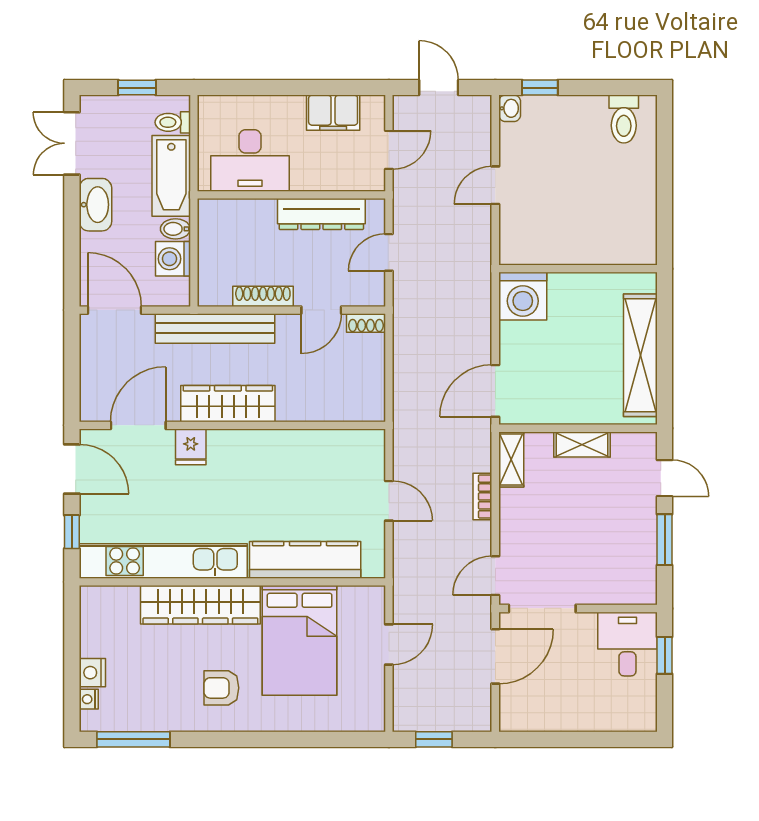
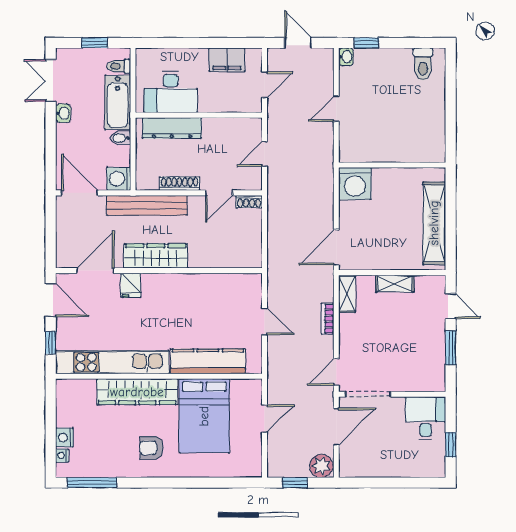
washbasin: (95, 205) -> (63, 113), width x0.52, depth x0.69
dresser: (321, 214) -> (172, 128), moved
washing machine: (173, 259) -> (119, 179), moved
window: (665, 655) -> (451, 445), moved
plant: (473, 715) -> (321, 466), added

